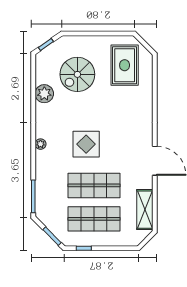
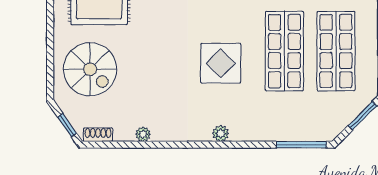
shoe rack: (40, 64) -> (98, 135), added
spiral stairs: (77, 74) -> (90, 69), moved
plant: (44, 94) -> (143, 134), width x0.53, depth x0.53

